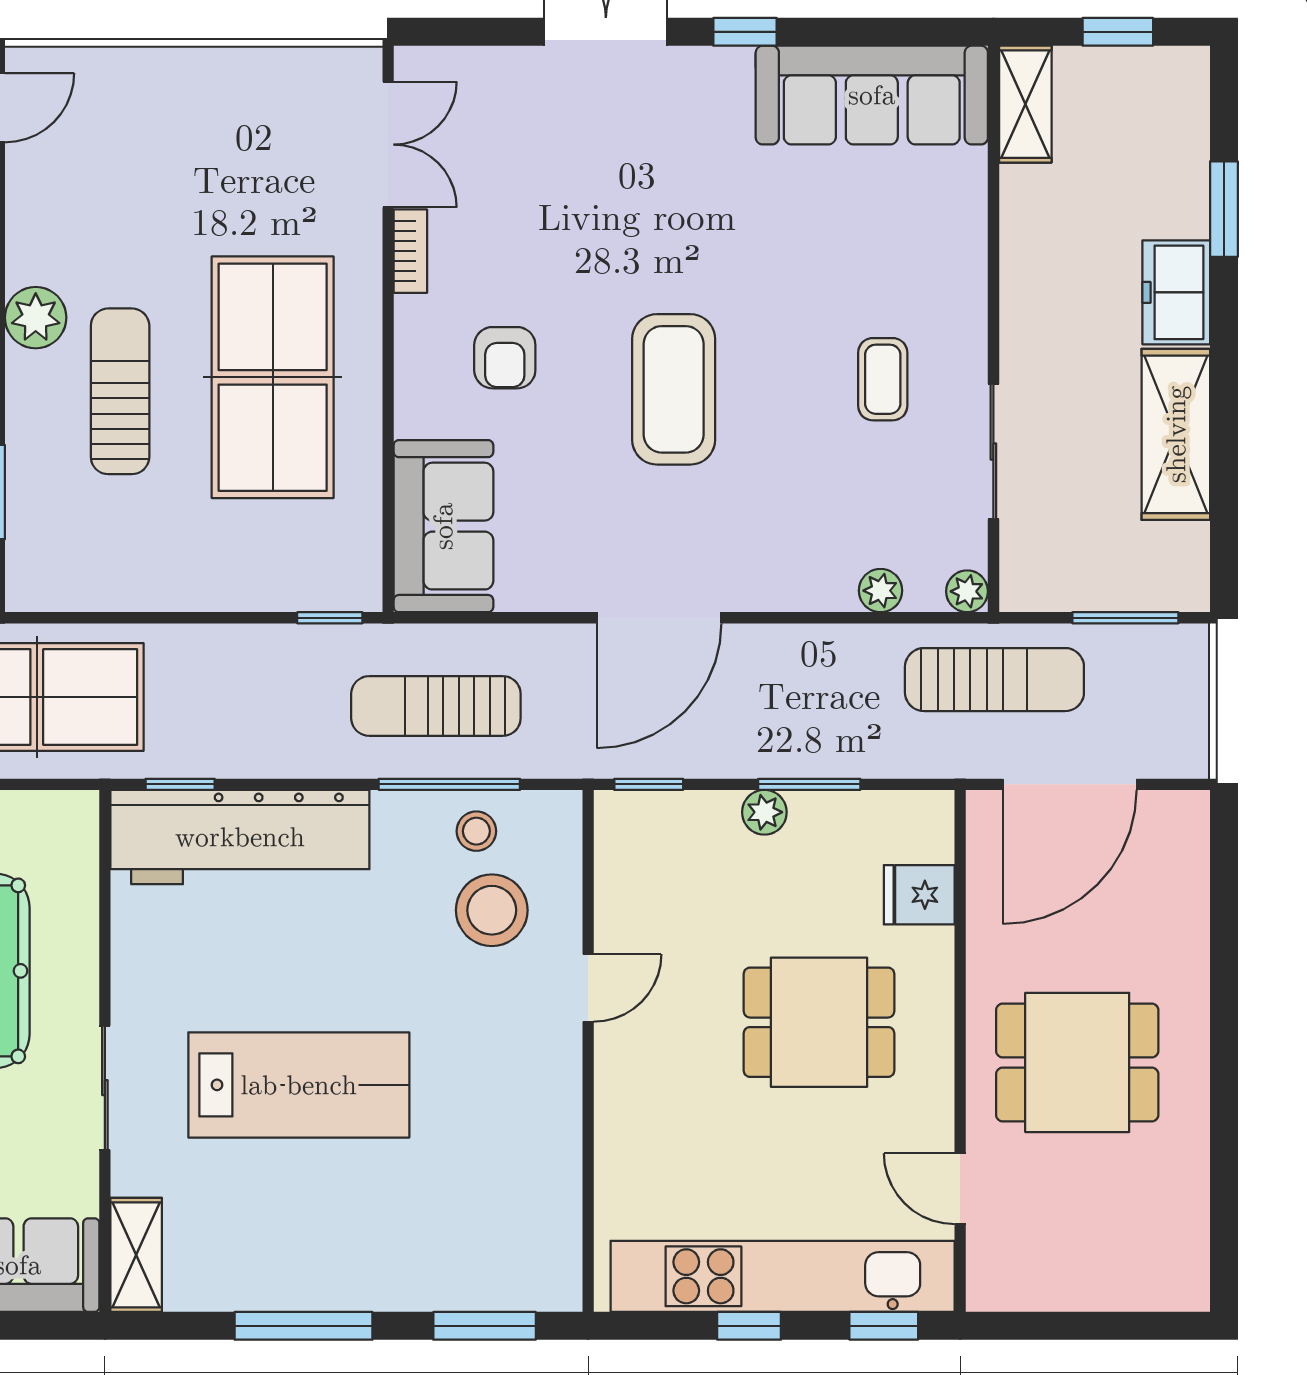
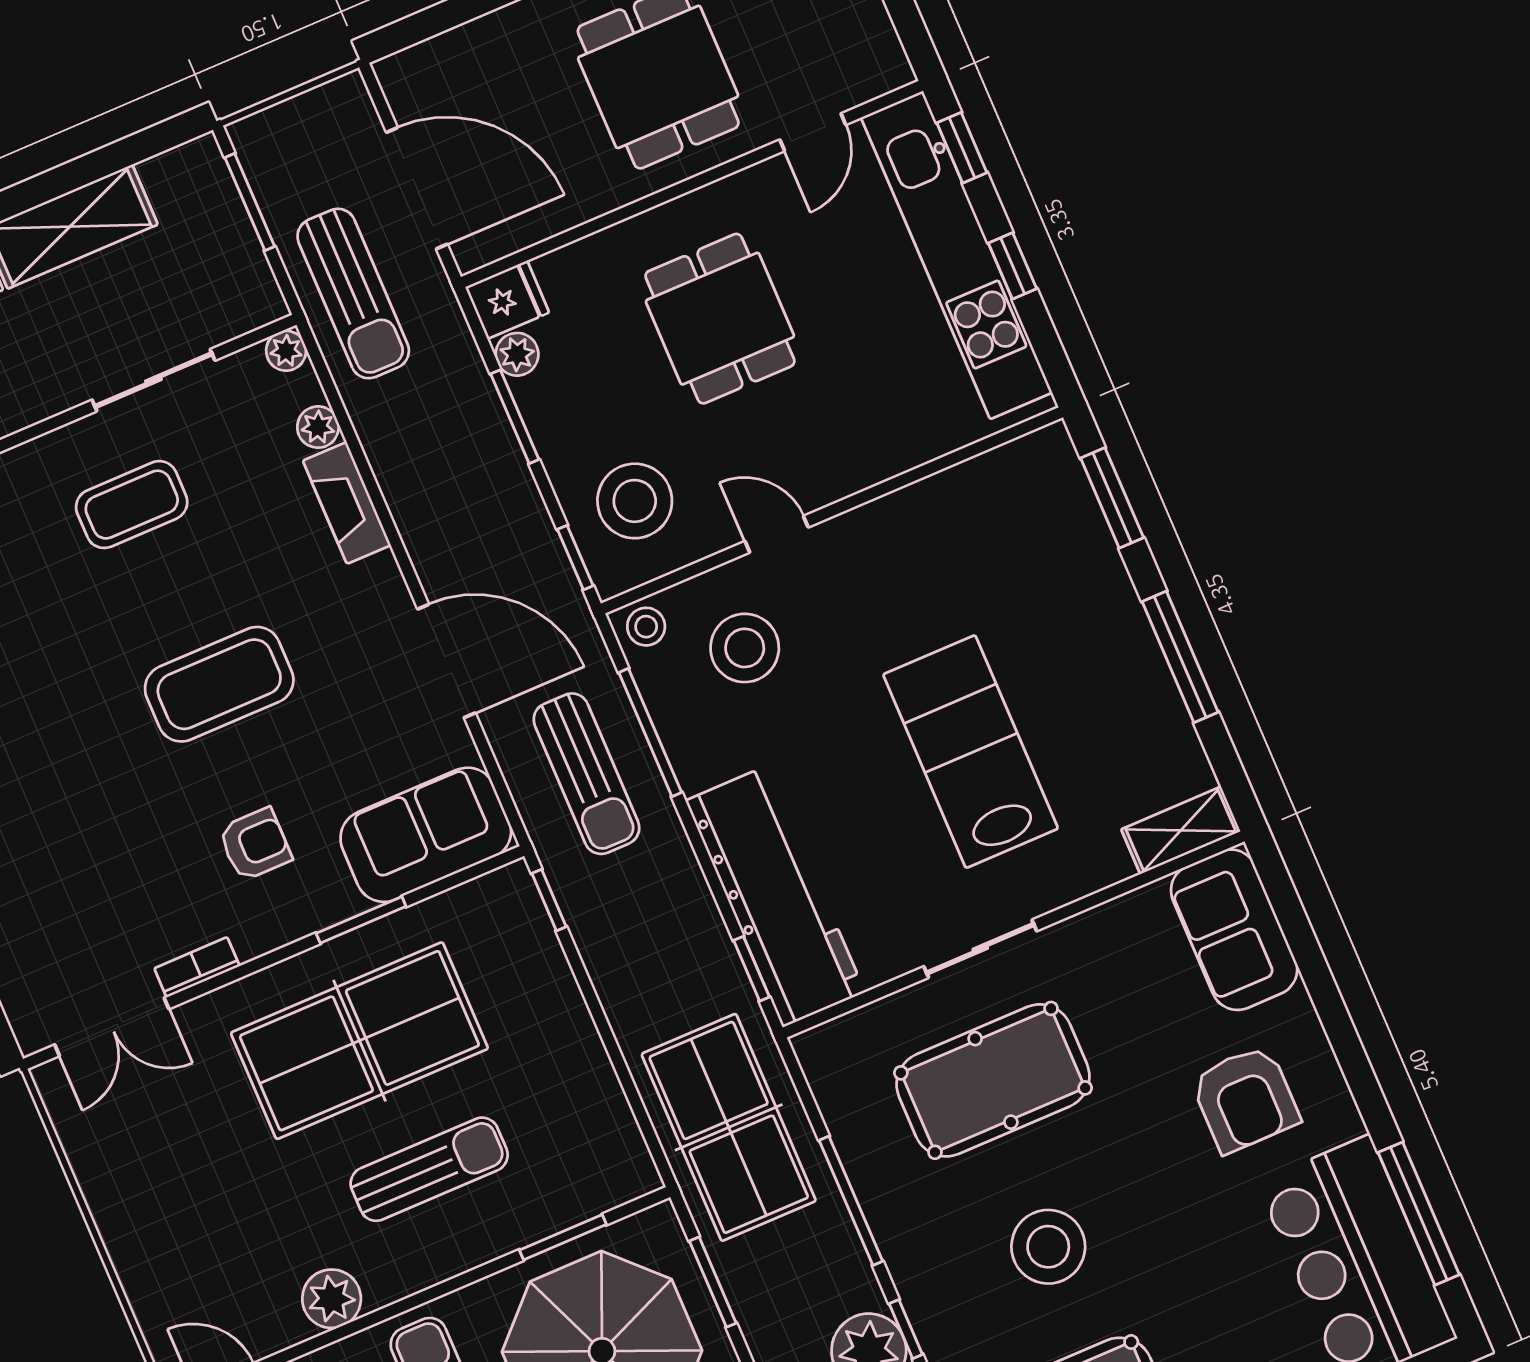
double door: (388, 145) -> (112, 1027), swing flipped
plant: (36, 318) -> (332, 1299), moved
coffee table: (883, 379) -> (132, 505), width x1.36, depth x1.30
sun lounger: (120, 391) -> (429, 1169), turned 180
window: (388, 429) -> (361, 920), added
fireplace: (796, 587) -> (347, 503), added
door: (659, 618) -> (446, 661), moved
sun lounger: (994, 680) -> (353, 294), turned 180
plant: (764, 812) -> (517, 354), moved
stool: (476, 831) -> (646, 627), moved
stool: (679, 865) -> (635, 501), added
fridge: (919, 895) -> (507, 300), moved, turned -90
sliding door: (105, 1088) -> (980, 949), moved

